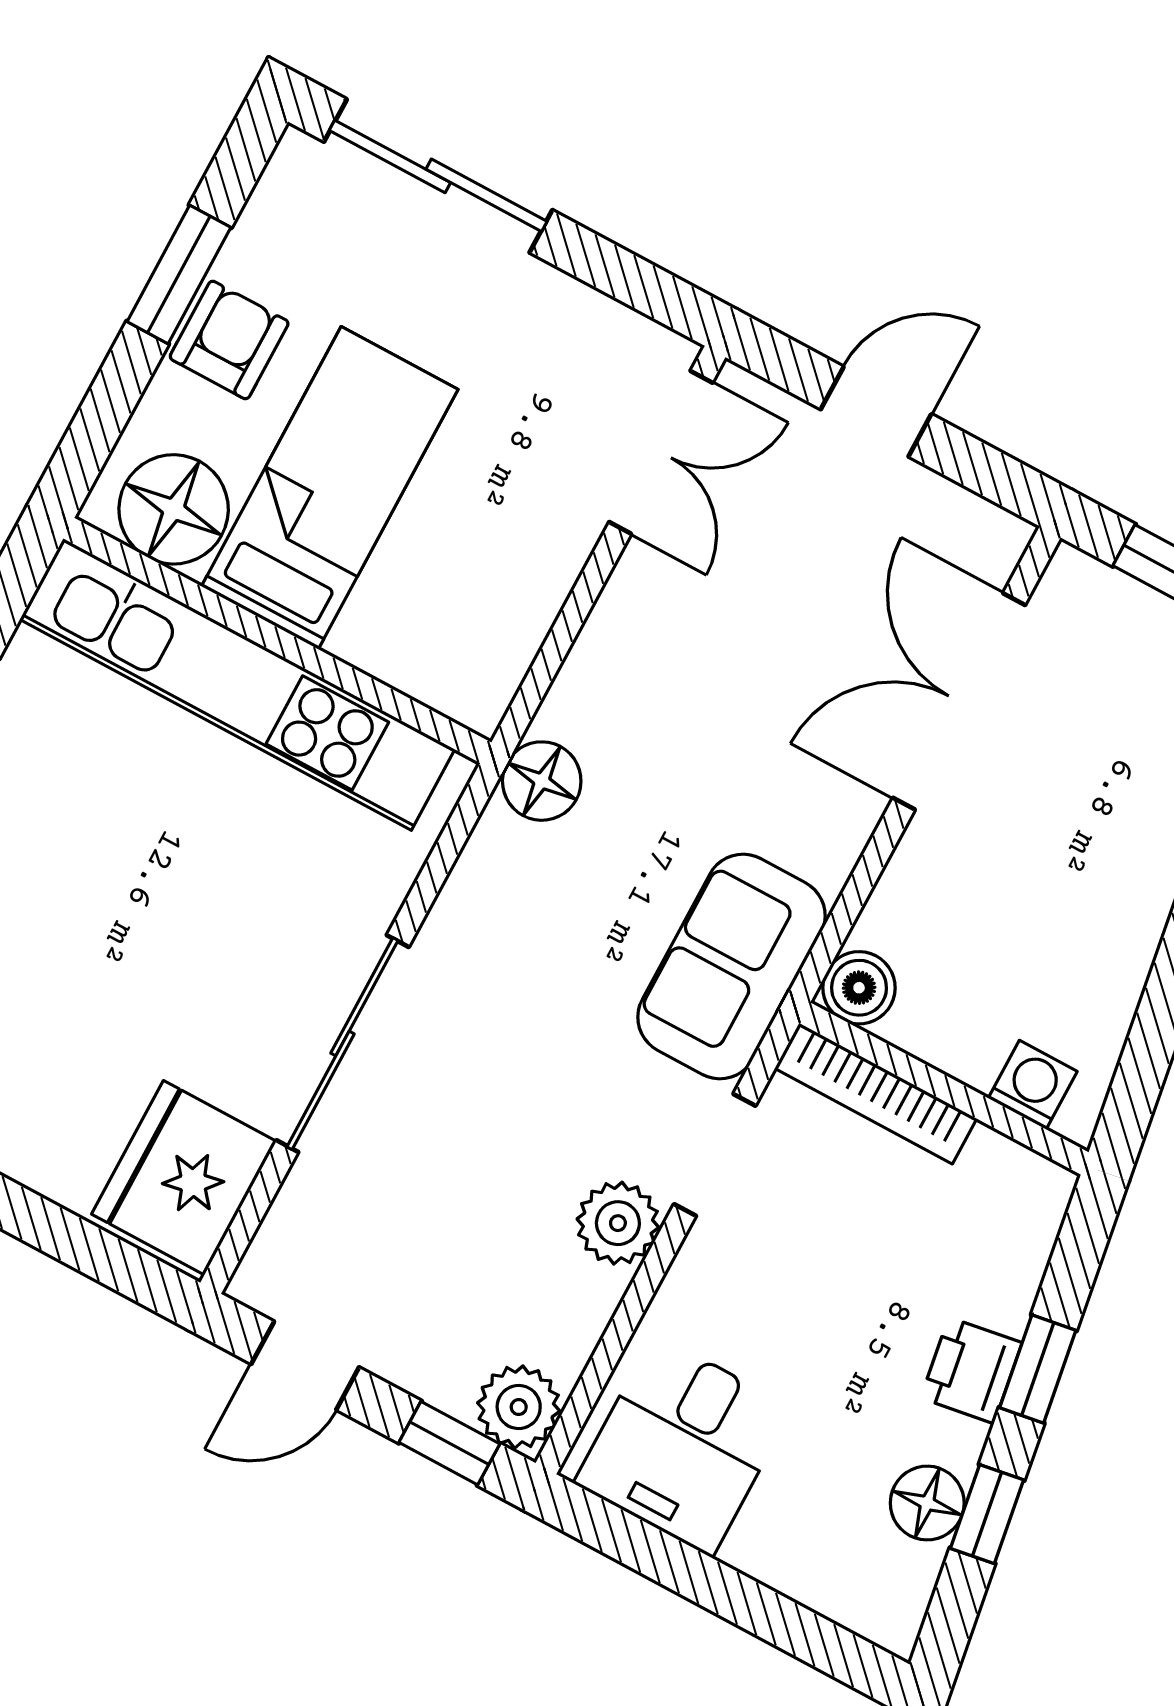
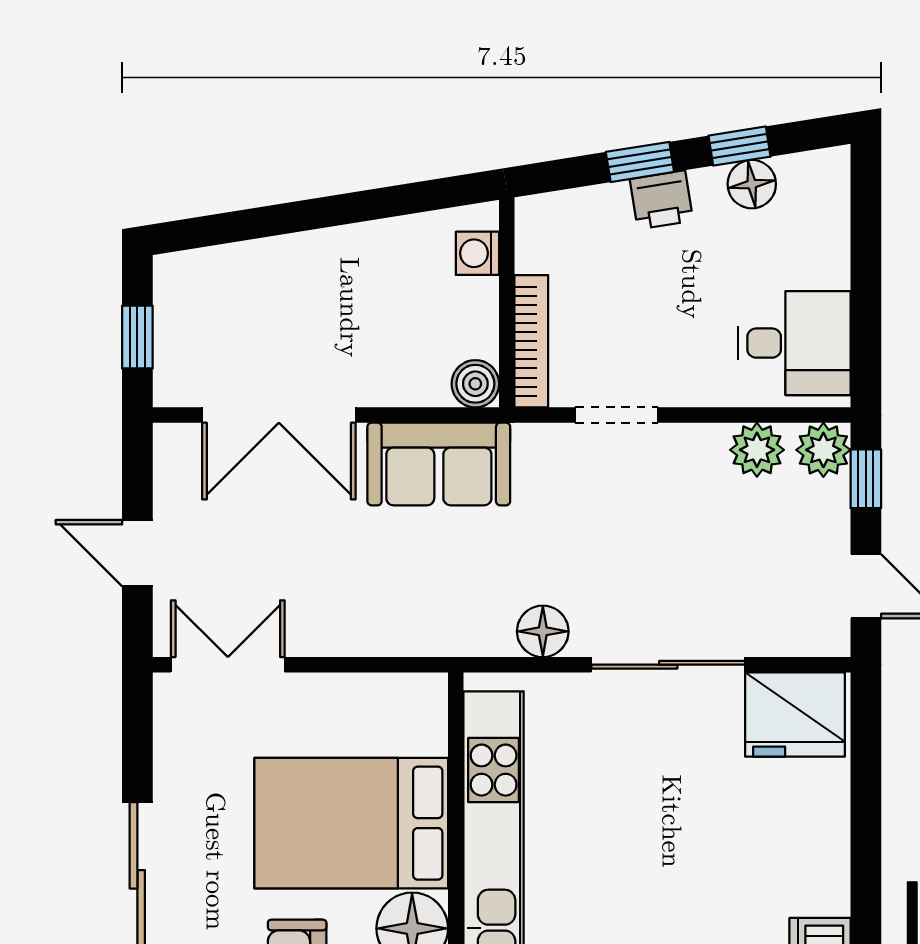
bed: (330, 488) -> (351, 823), width x1.50
floor lamp: (542, 781) -> (543, 631), moved
sofa: (731, 966) -> (439, 464), moved
plant: (618, 1223) -> (757, 450), moved

